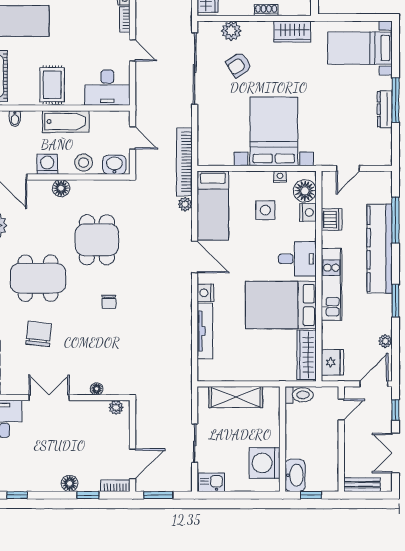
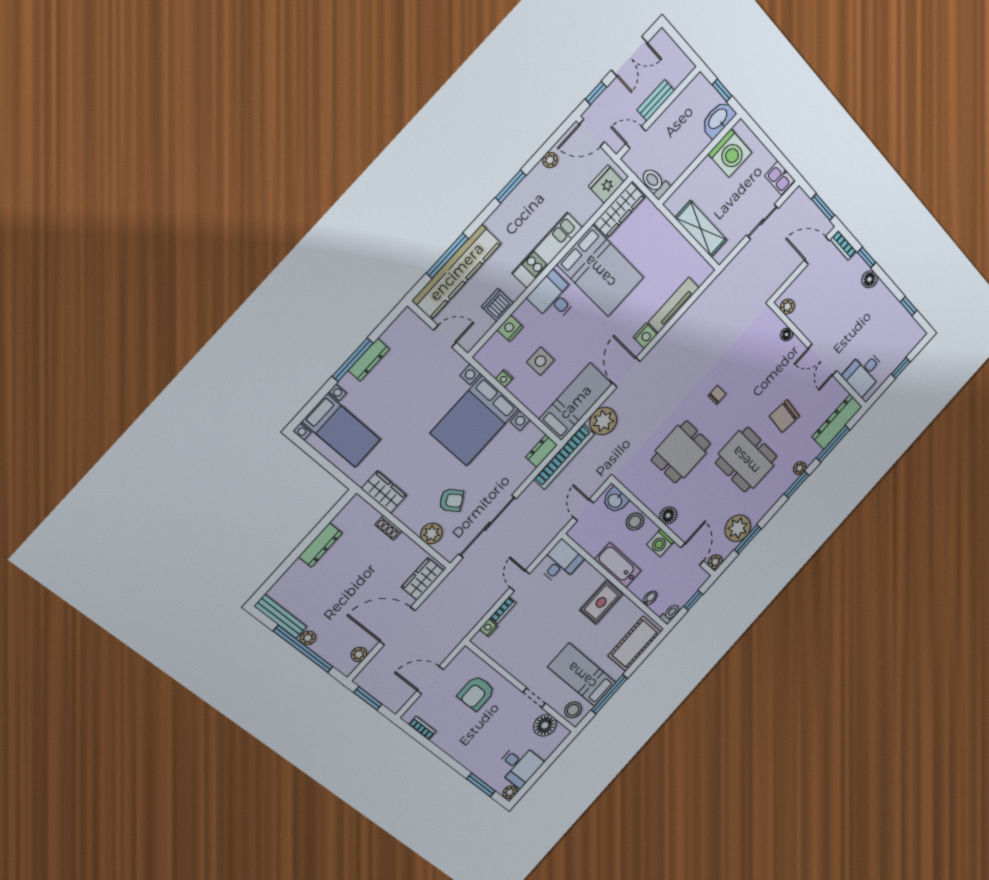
desk: (107, 88) -> (560, 562), width x0.73
dresser: (205, 152) -> (541, 451), added
floor lamp: (305, 191) -> (496, 349), removed
plant: (185, 204) -> (603, 421), width x1.87, depth x1.87
kitchen counter: (380, 249) -> (457, 272), moved
bench: (362, 485) -> (656, 100), moved, turned 90

